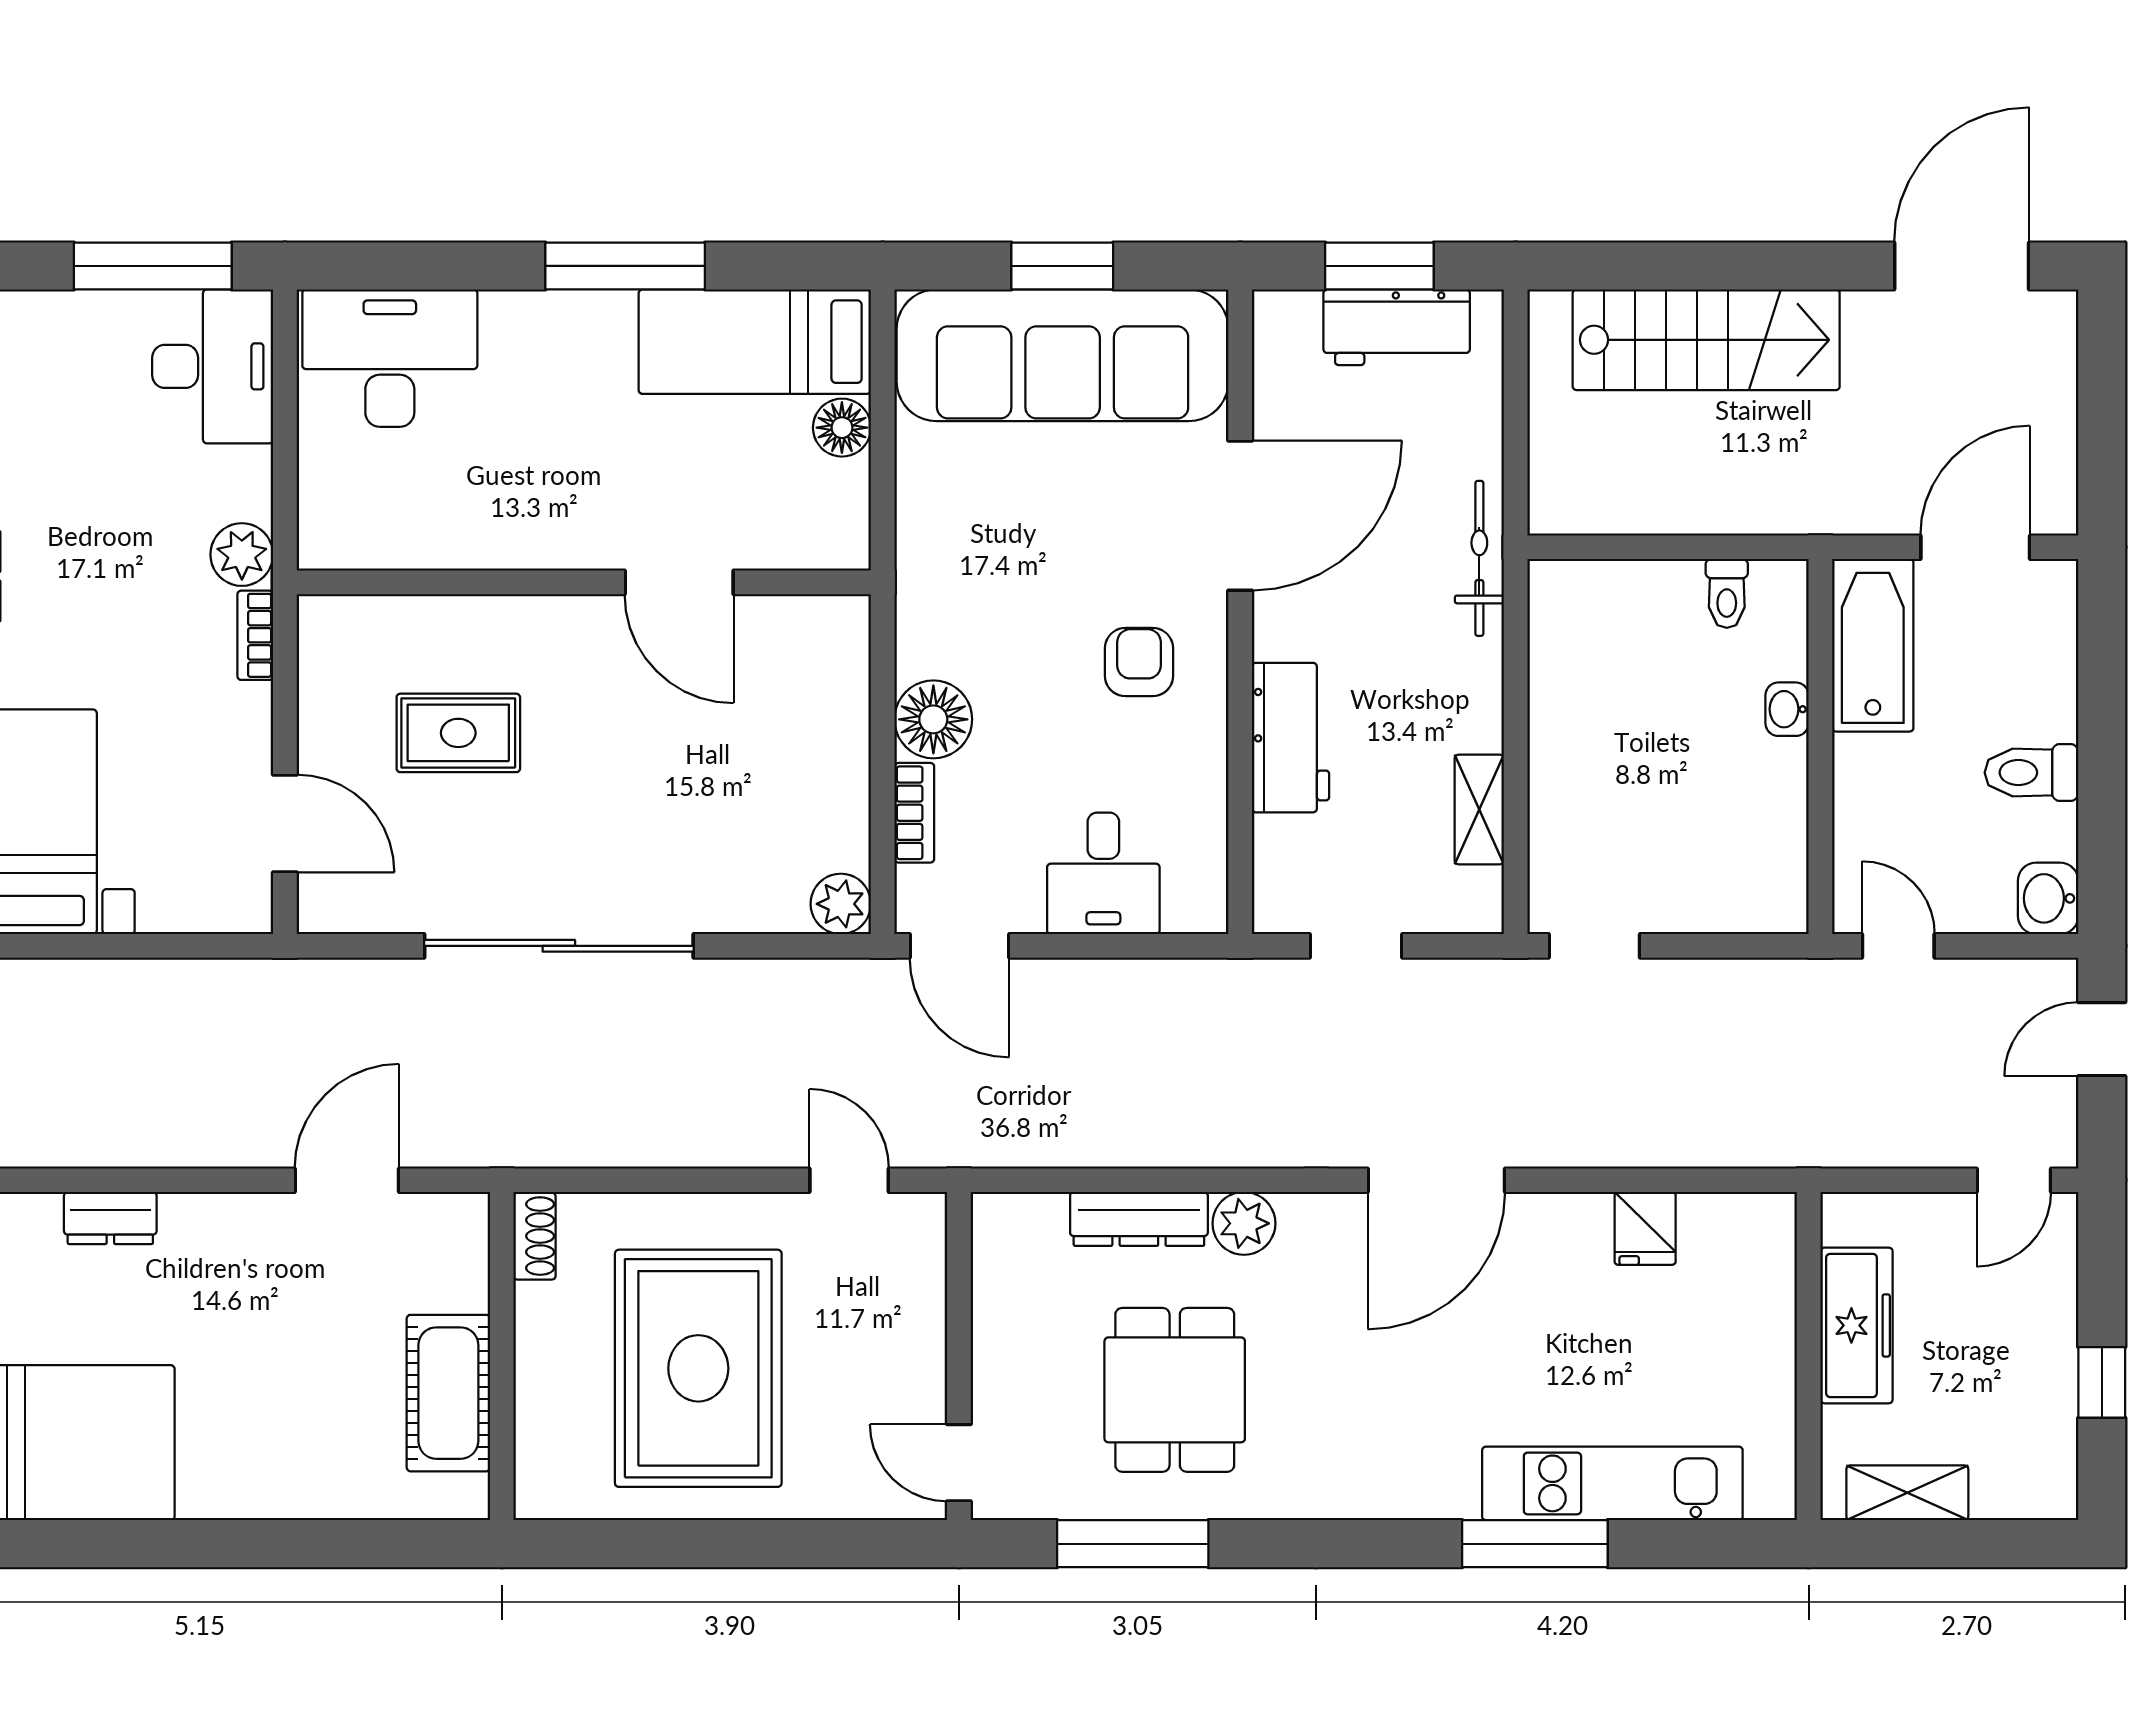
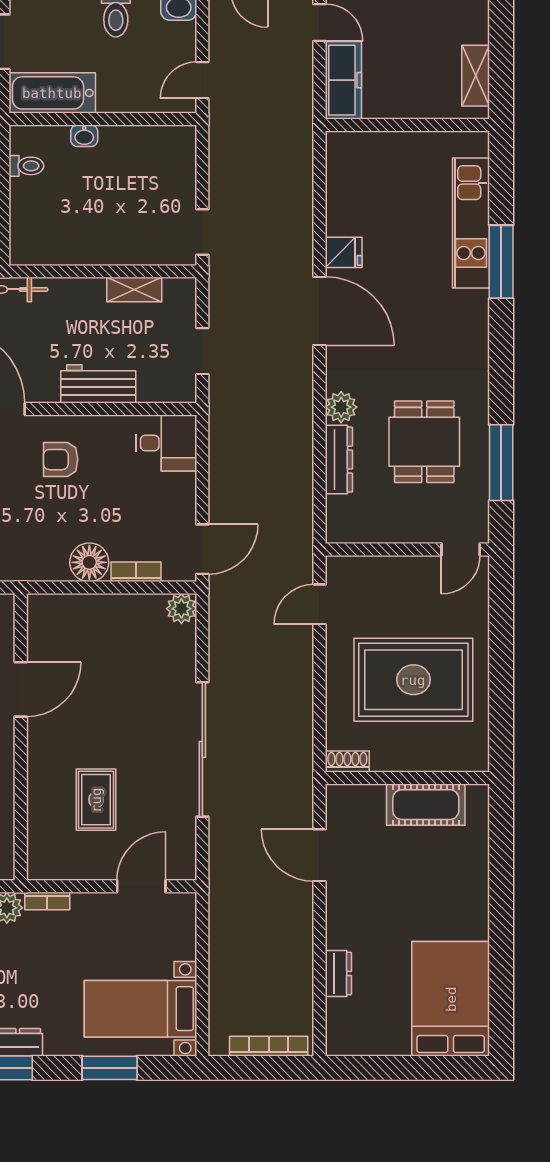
desk: (1103, 873) -> (166, 443), moved
fridge: (1645, 1228) -> (344, 252), moved
freezer: (1857, 1325) -> (343, 80), moved, turned 90
dining table: (1175, 1390) -> (424, 442), turned 90

